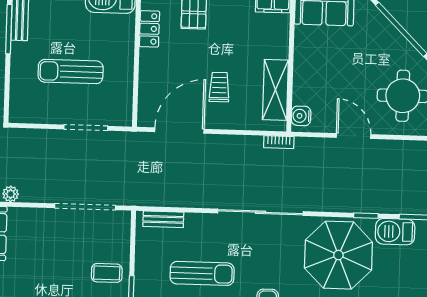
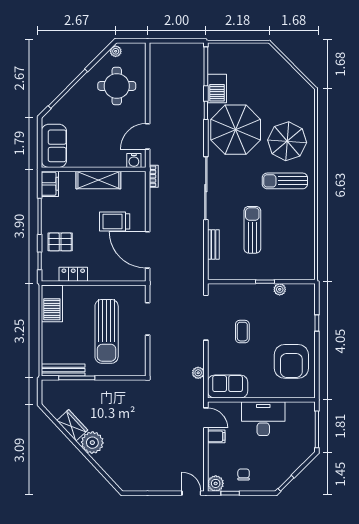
sun lounger: (71, 72) -> (107, 331), width x1.36, depth x1.34
trolley: (219, 87) -> (115, 221), width x1.36, depth x1.39
shelving: (275, 90) -> (98, 180), moved
door: (354, 136) -> (148, 136), moved
bench: (163, 219) -> (213, 244), moved
coffee table: (107, 273) -> (242, 332), moved

